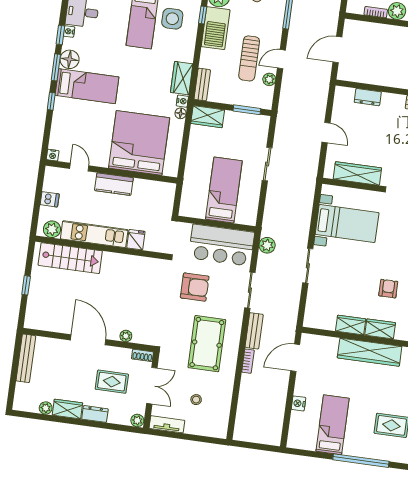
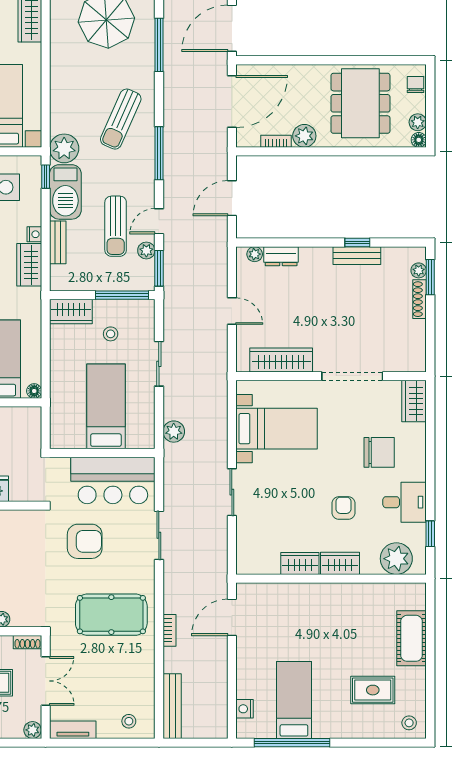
bench: (202, 85) -> (58, 242), moved
plant: (349, 93) -> (255, 254), added
window: (277, 94) -> (159, 268), added
nightstand: (182, 101) -> (34, 234), moved
window: (247, 110) -> (122, 295), width x1.44
floor lamp: (181, 113) -> (34, 391), moved
stool: (235, 137) -> (111, 334), added
plant: (267, 245) -> (174, 432), moved
bench: (254, 331) -> (172, 706), moved, width x1.36
pool table: (207, 344) -> (111, 615), turned 90
wardrobe: (370, 352) -> (330, 596), removed
stool: (196, 400) -> (129, 721), moved
nightstand: (298, 403) -> (245, 709), moved
window: (361, 461) -> (292, 743), moved

